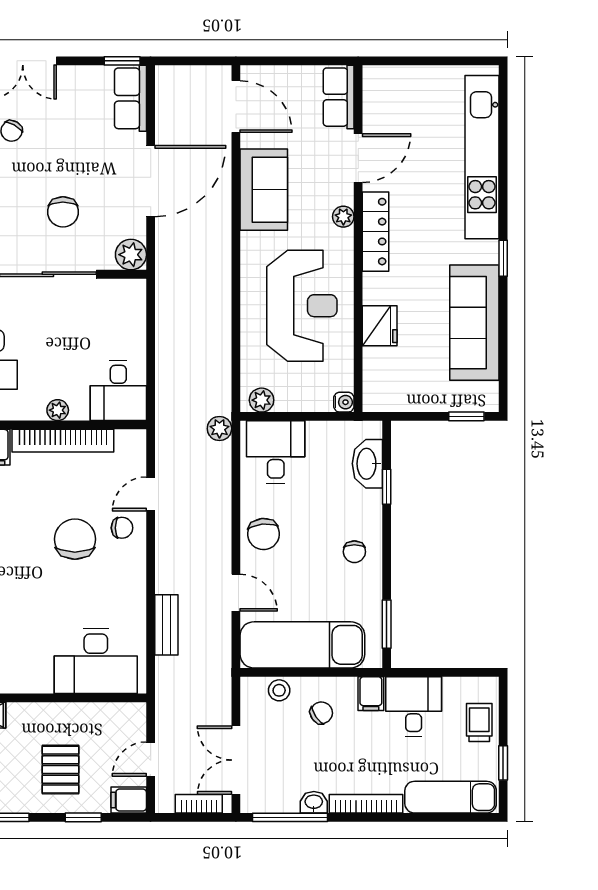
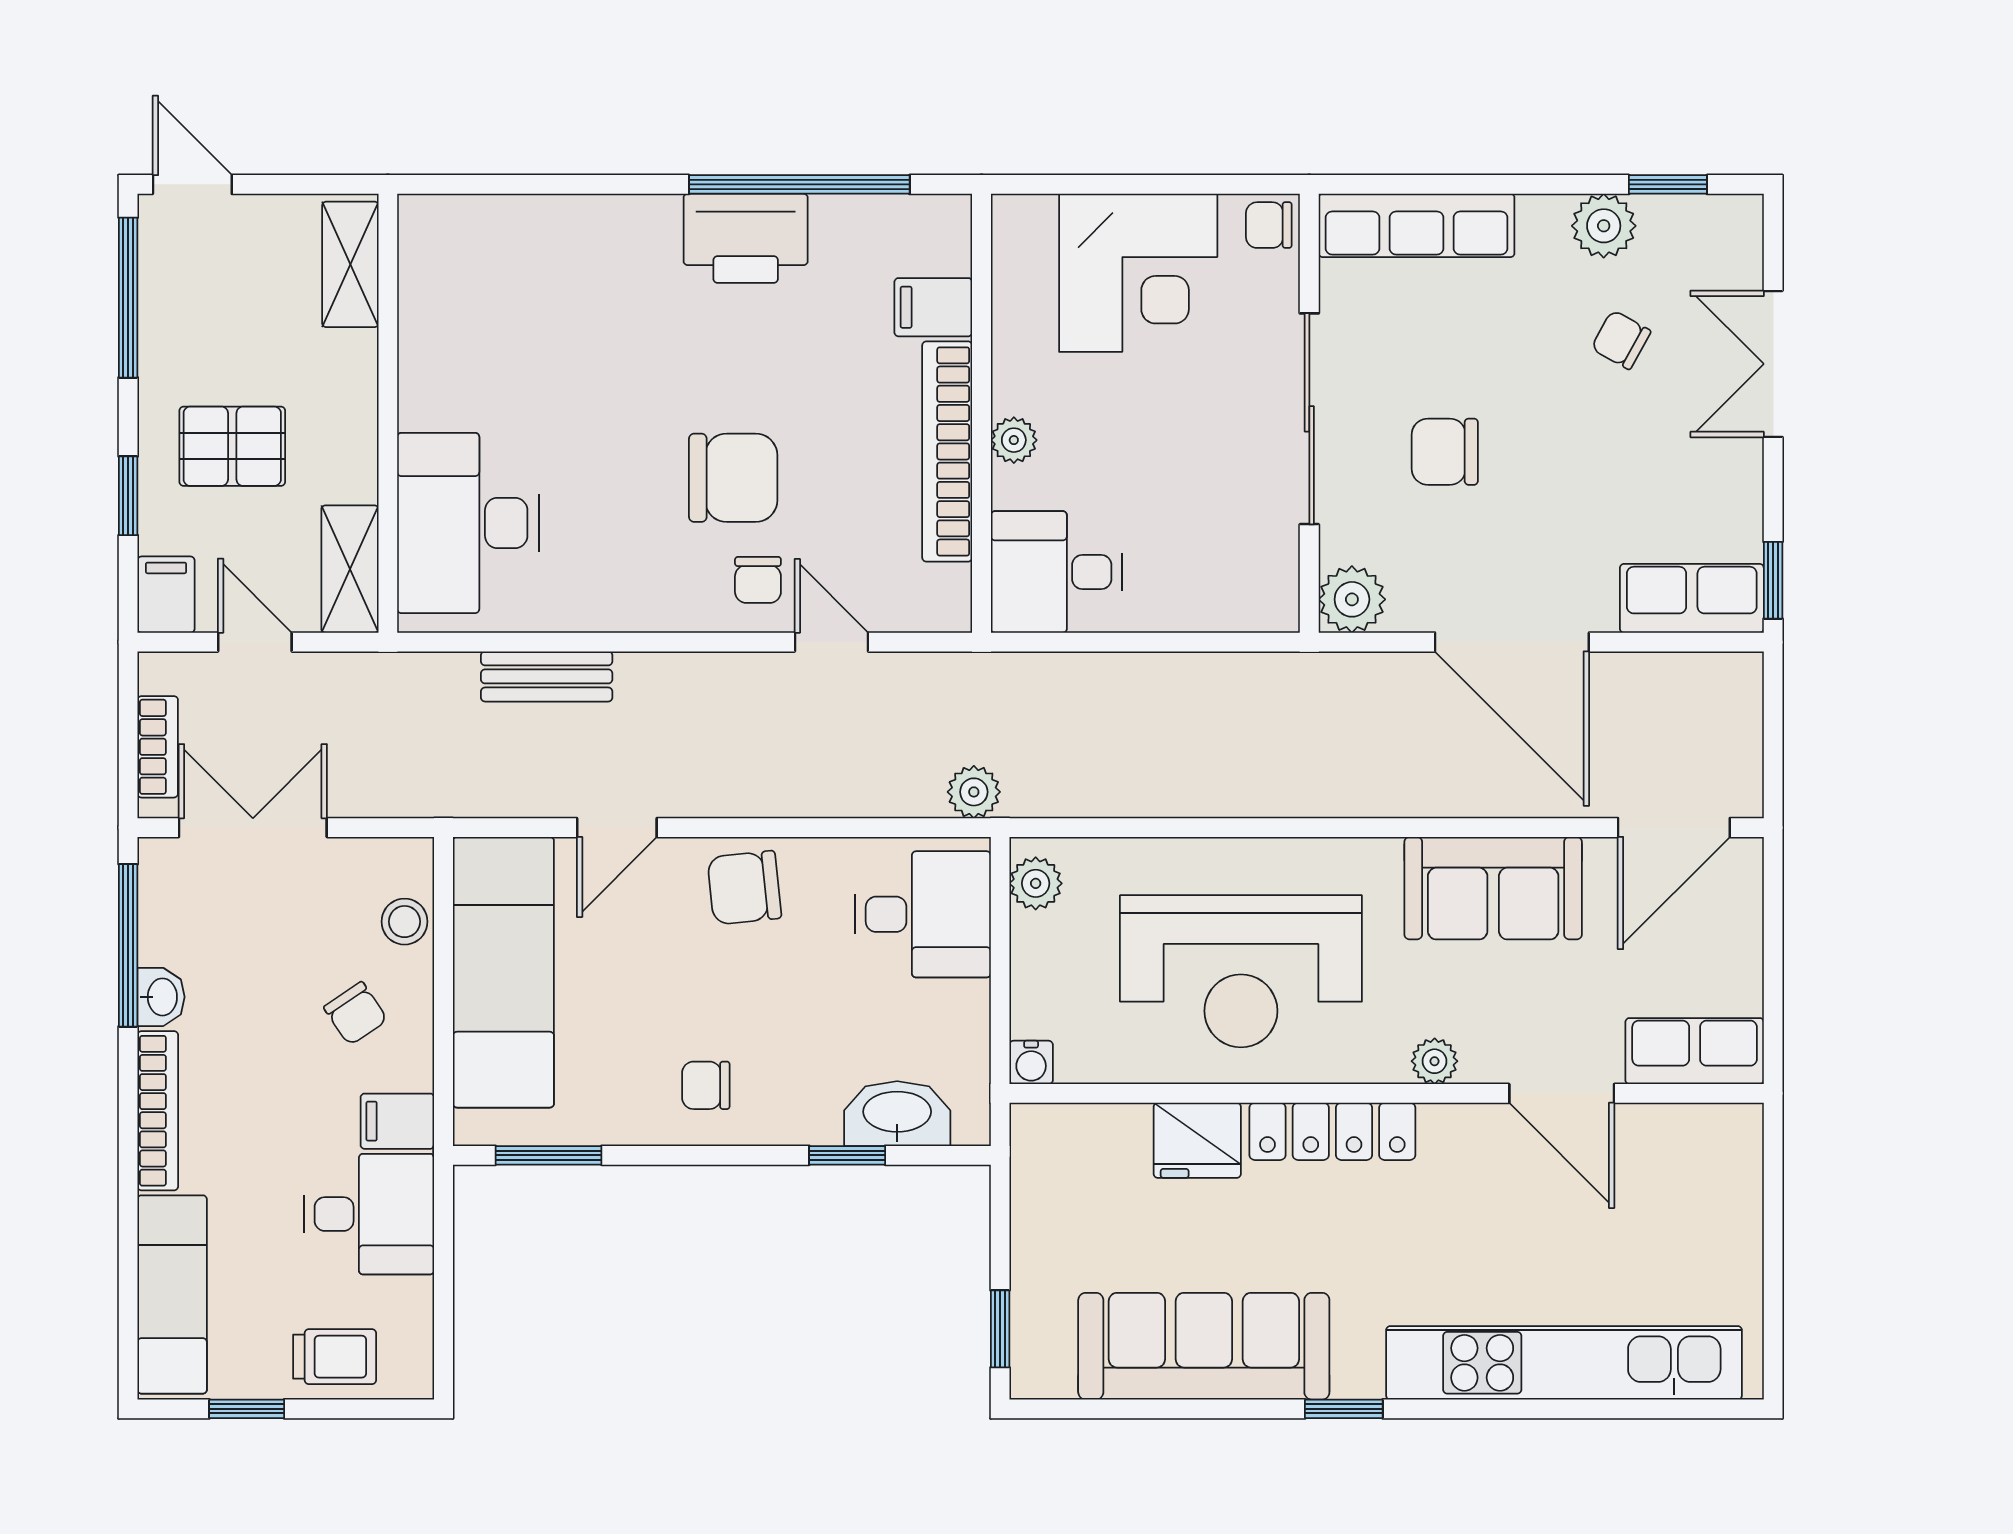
locker: (376, 232) -> (1332, 1131), moved
shelving: (117, 715) -> (350, 569), added

